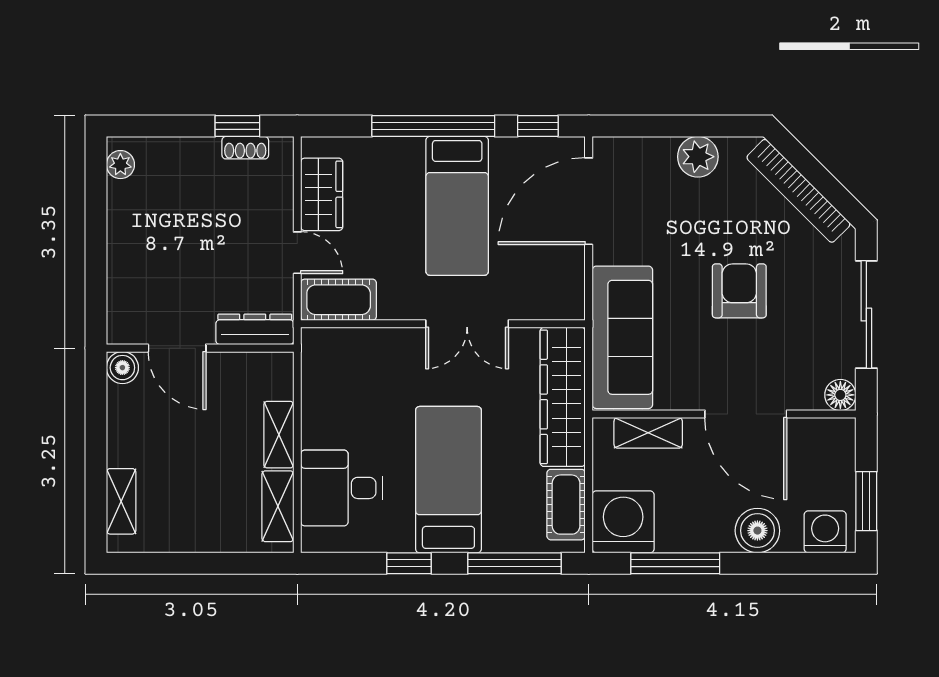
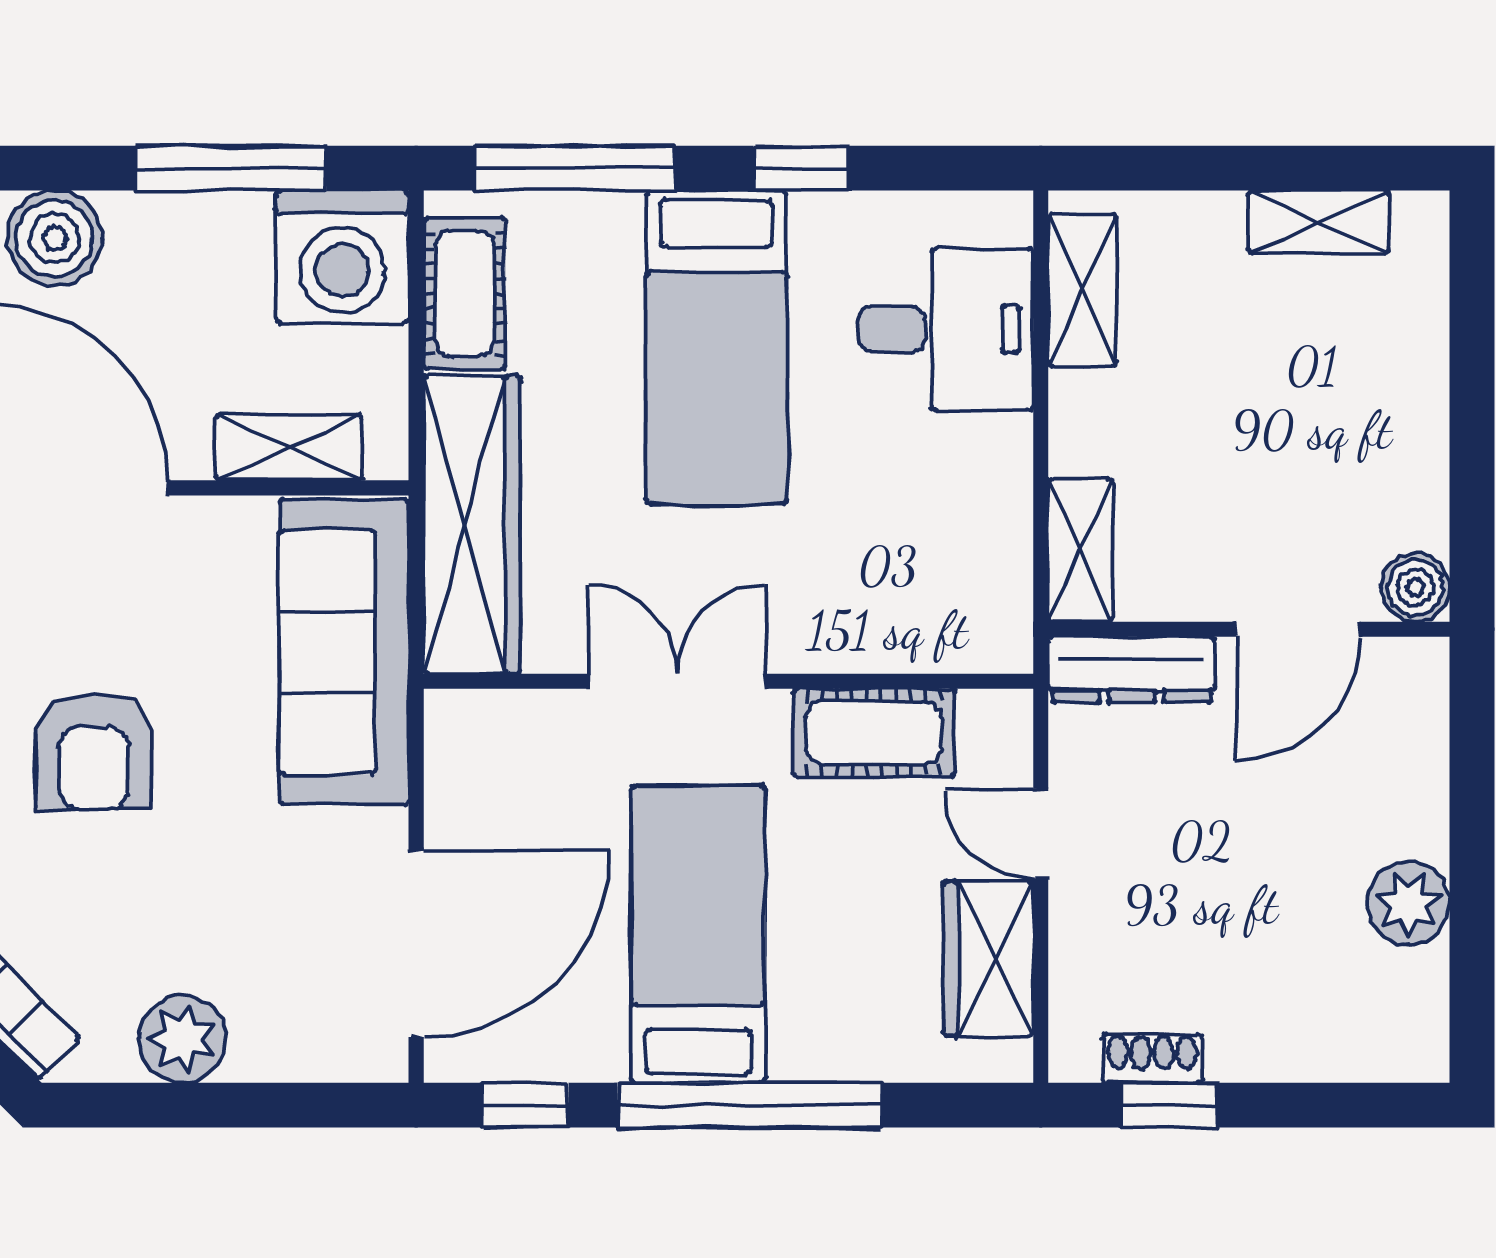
plant: (120, 165) -> (1408, 904), moved, width x1.38, depth x1.38
cot: (339, 300) -> (874, 733), moved
door: (177, 348) -> (1298, 629), swing flipped
shelving: (279, 435) -> (1080, 550), moved
shelving: (121, 501) -> (1319, 222), moved, turned 90

